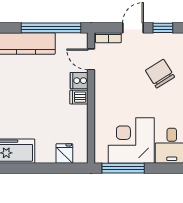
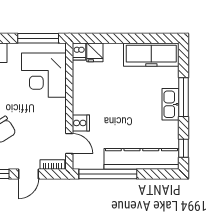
dishwasher: (79, 97) -> (79, 51), moved, turned 90
corner desk: (131, 140) -> (44, 75), moved, turned 90

